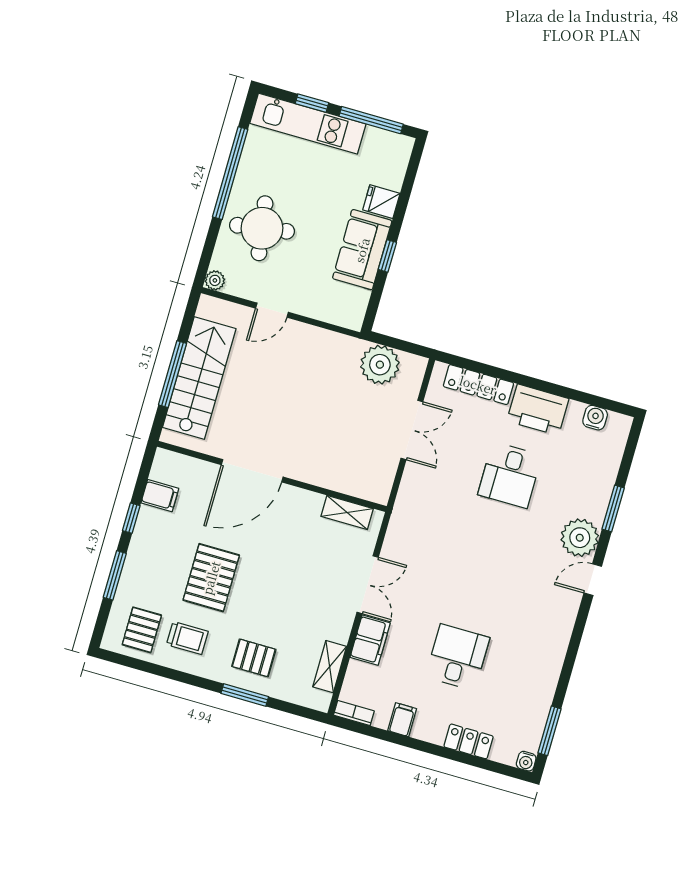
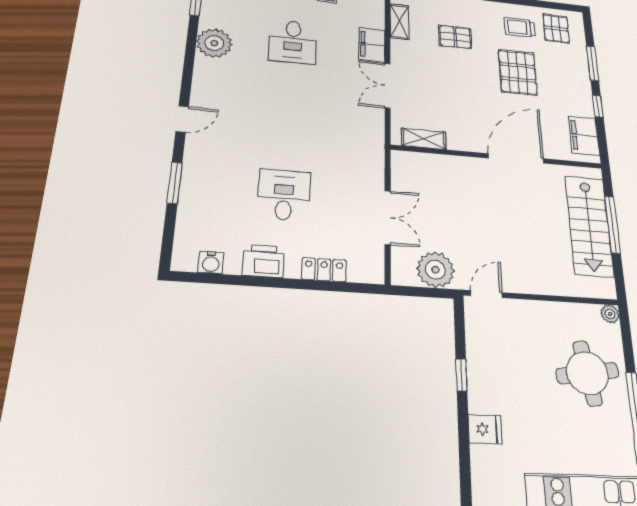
sofa: (362, 250) -> (488, 375), removed
door: (272, 310) -> (486, 294), moved
locker: (478, 385) -> (324, 270), width x0.66
printer: (538, 410) -> (263, 261), width x0.73, depth x0.84
double door: (412, 430) -> (388, 217), swing flipped
filing cabinet: (160, 496) -> (584, 136), width x2.00
plant: (580, 538) -> (214, 43), moved
pallet: (254, 658) -> (455, 37), moved

